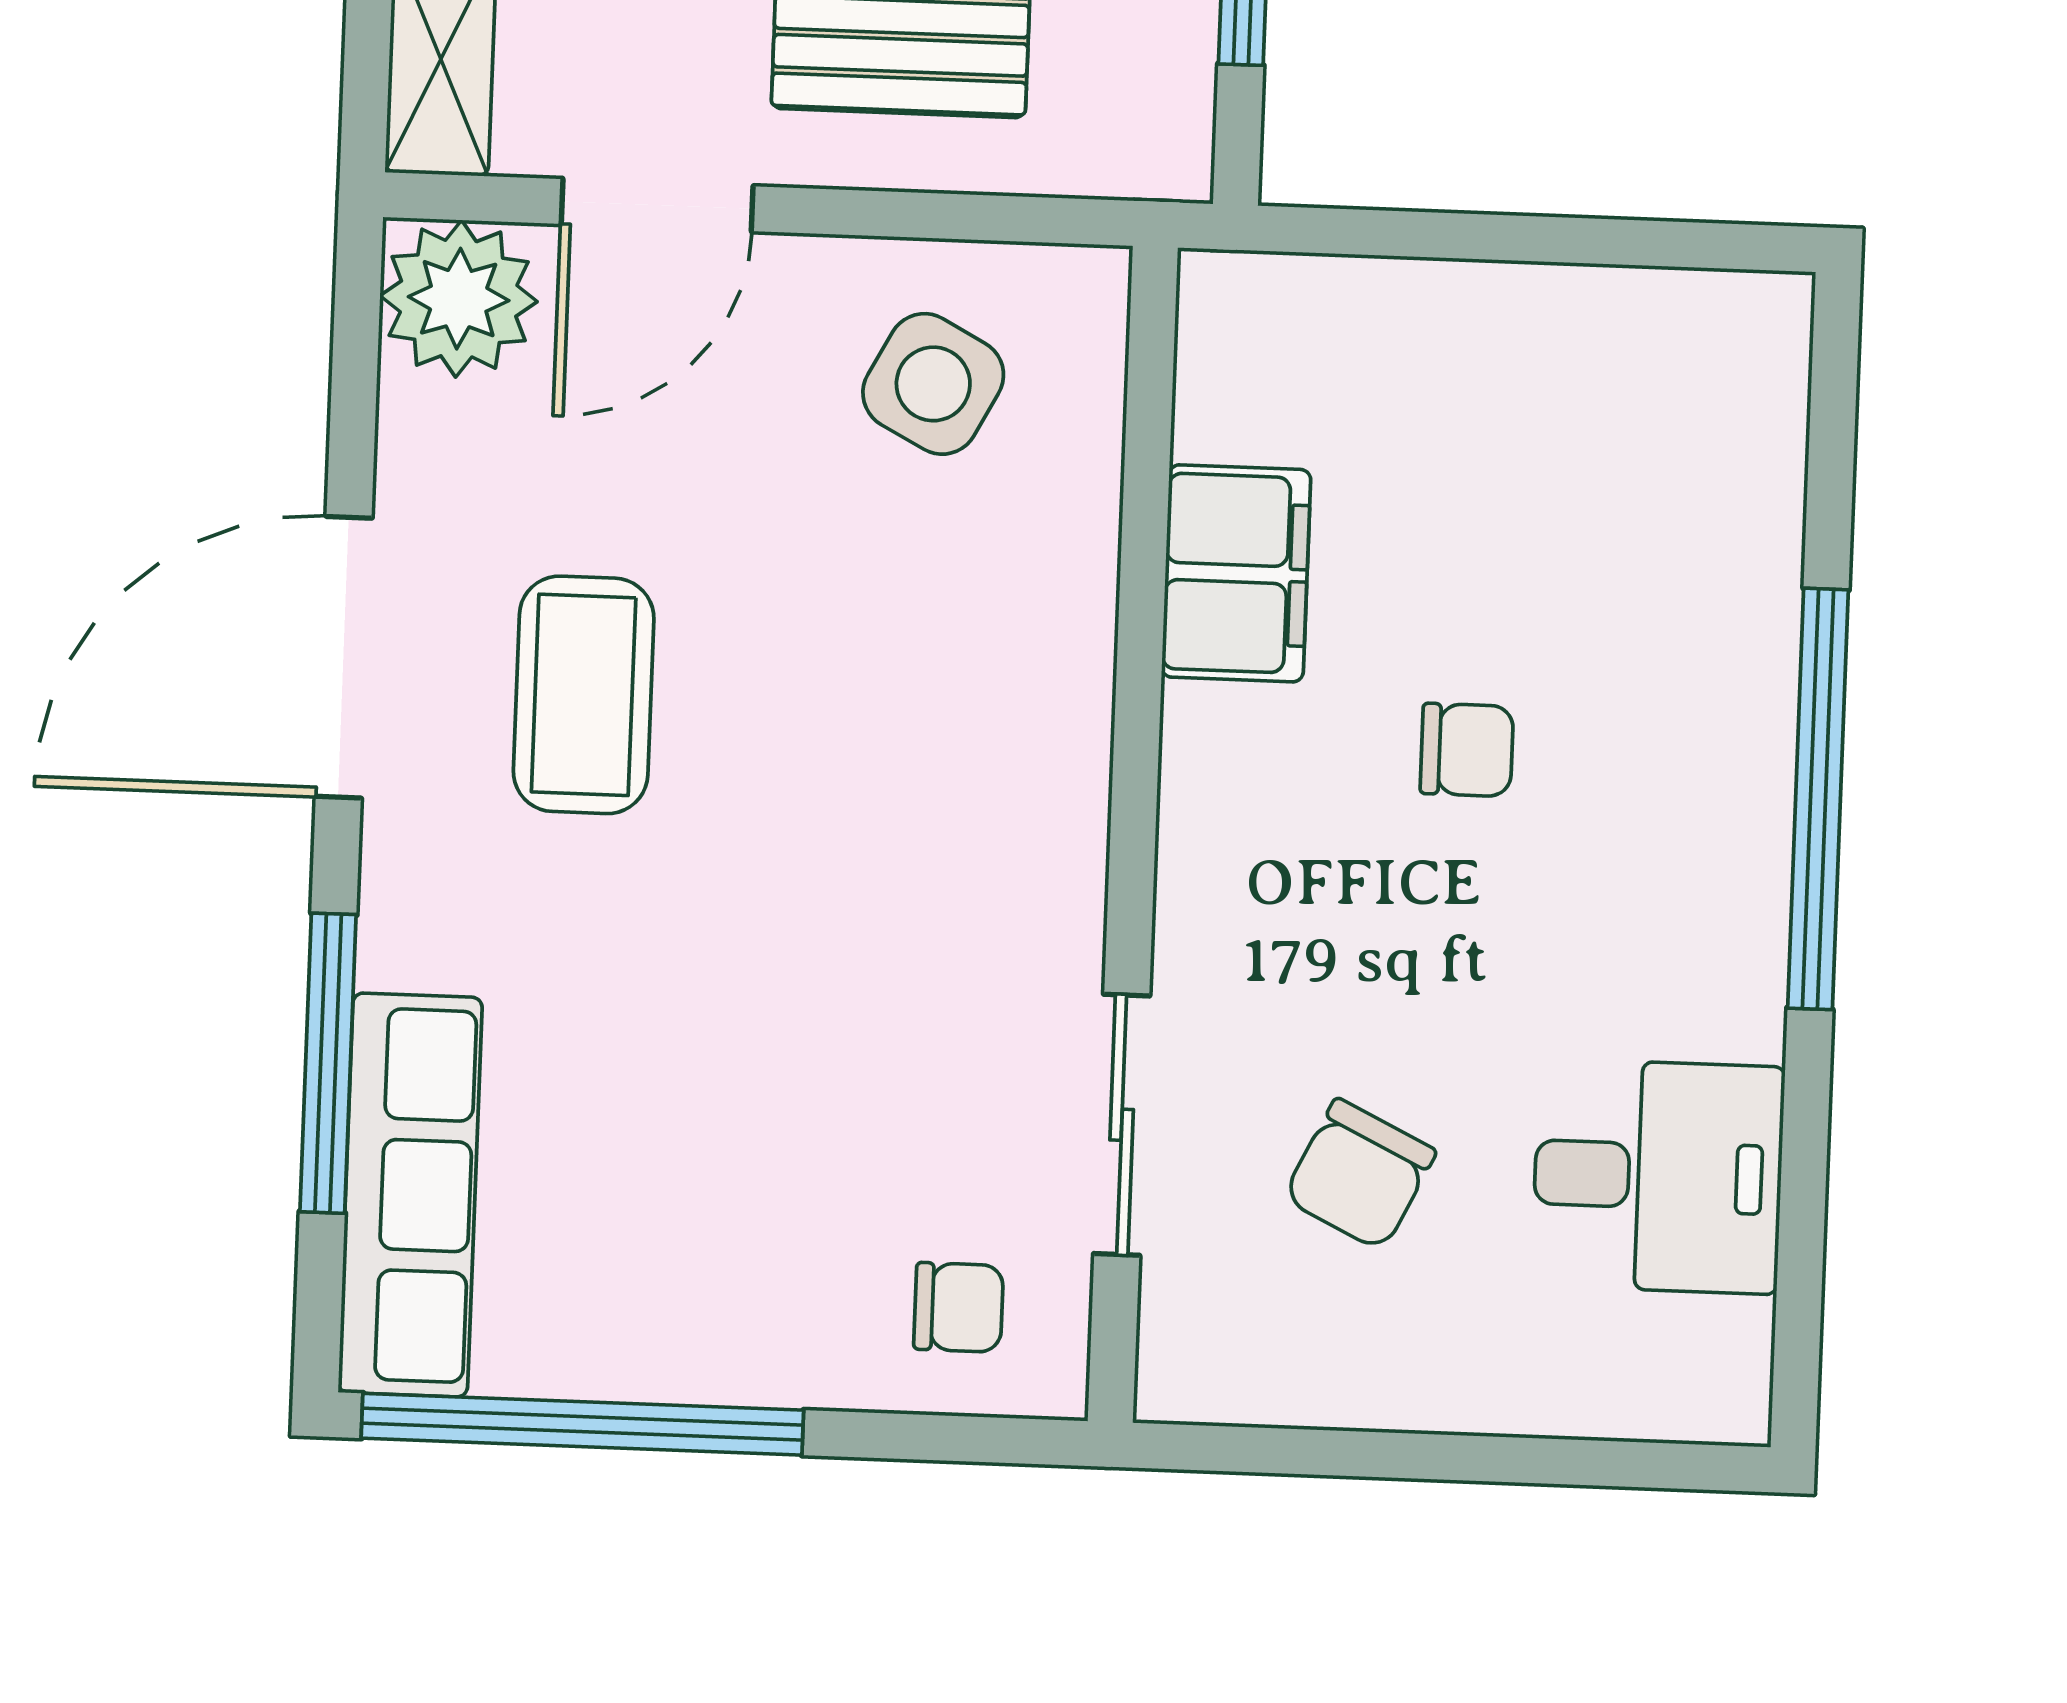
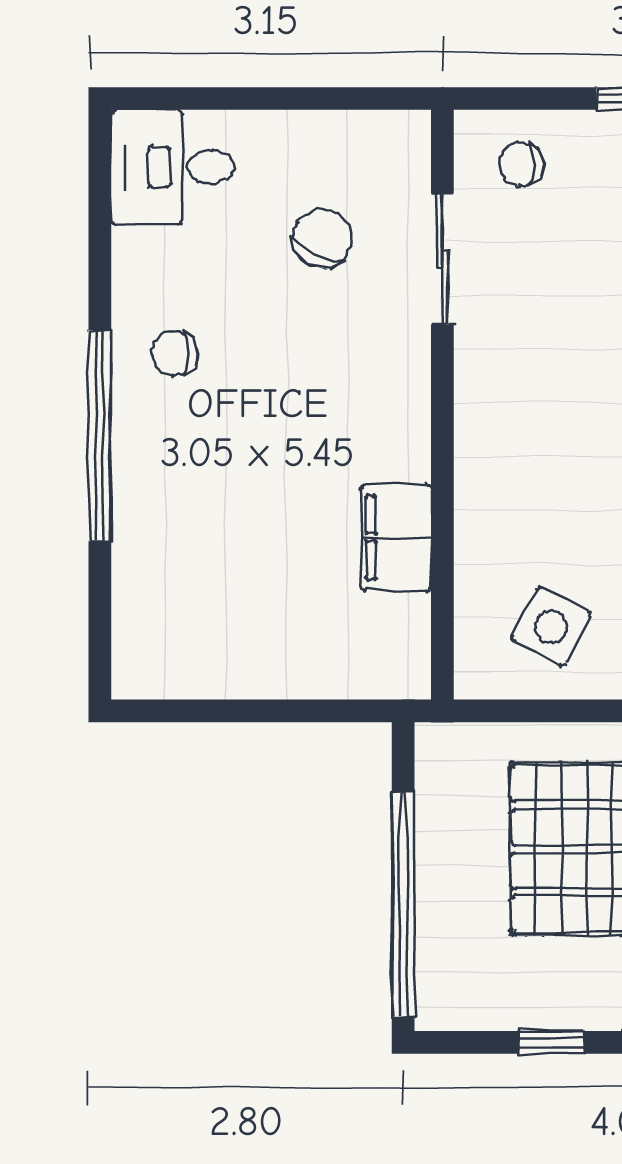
chair: (1467, 750) -> (175, 353), moved
desk: (1658, 1176) -> (173, 167), moved

